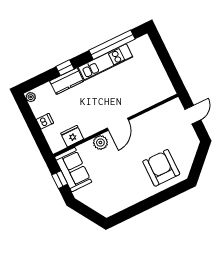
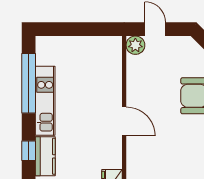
plant: (100, 143) -> (135, 45), moved

